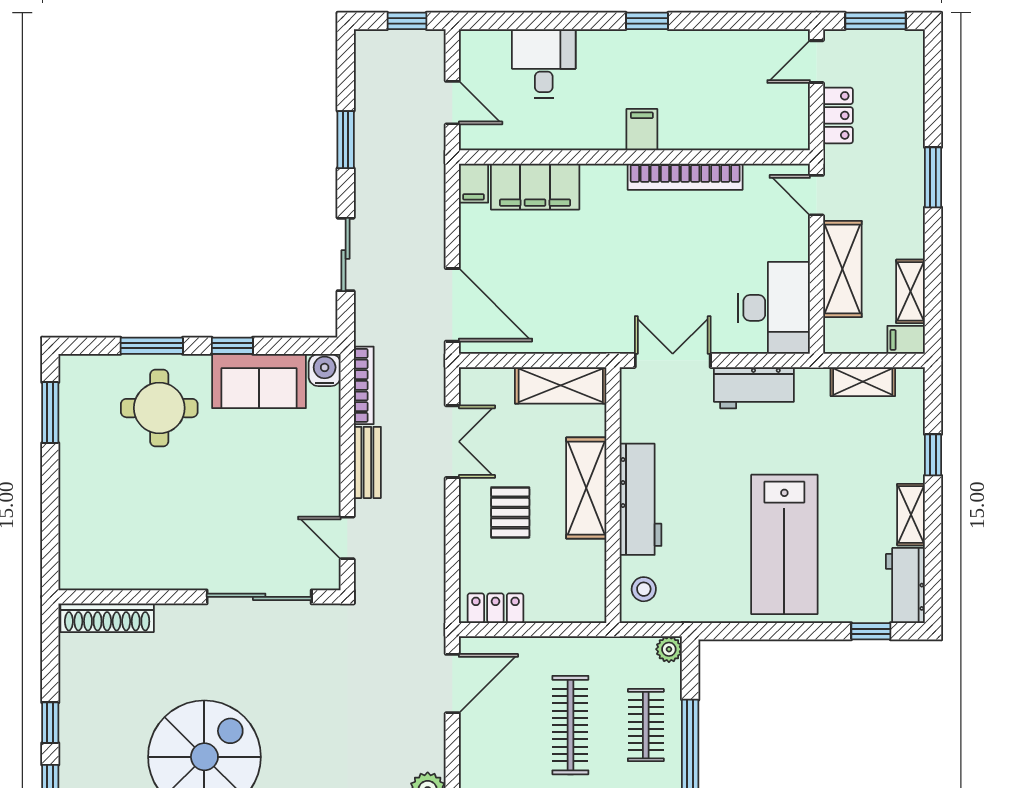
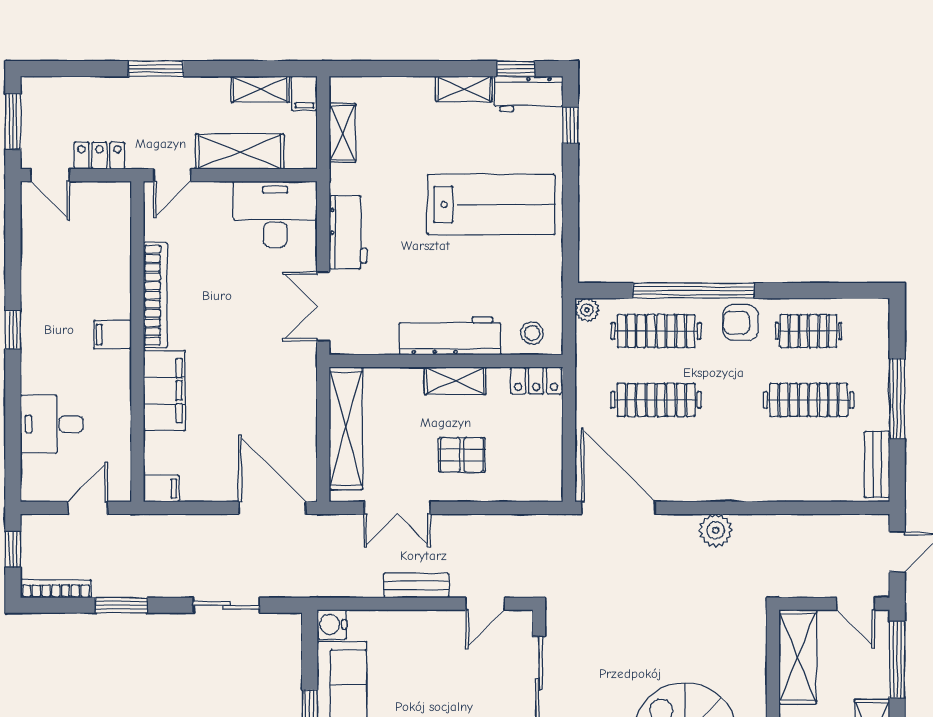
filing cabinet: (535, 187) -> (164, 391), moved
door: (452, 305) -> (272, 508), hinge flipped
bookcase: (364, 385) -> (56, 589), moved
shelving: (561, 385) -> (346, 428), width x1.47
double door: (452, 442) -> (397, 508), swing flipped
window: (933, 455) -> (516, 69), moved
shelving: (586, 488) -> (455, 381), width x0.67, depth x0.75
locker: (495, 608) -> (536, 381), moved, turned -90
door: (452, 684) -> (618, 508), width x1.36
clothes rail: (646, 725) -> (656, 331), width x1.36

